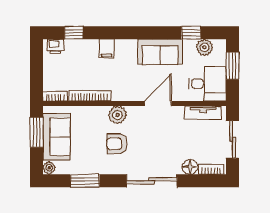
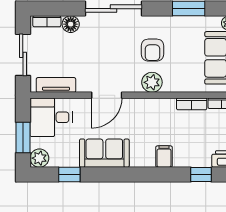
plant: (204, 47) -> (39, 158), moved
bookcase: (90, 96) -> (192, 104), width x0.64
armchair: (117, 144) -> (153, 50), turned 90

